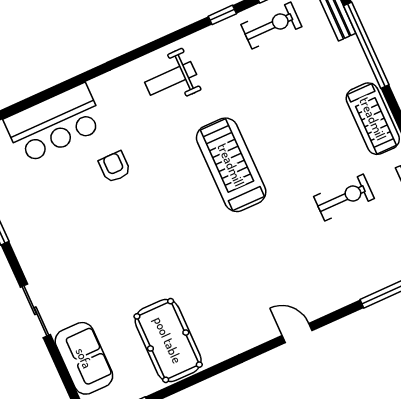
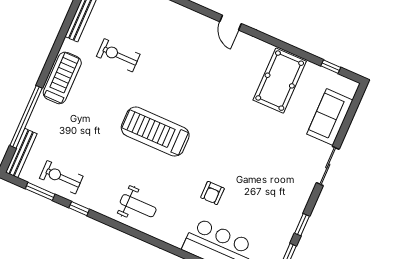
treadmill: (231, 165) -> (155, 132), turned 90
door: (297, 333) -> (231, 23), moved

